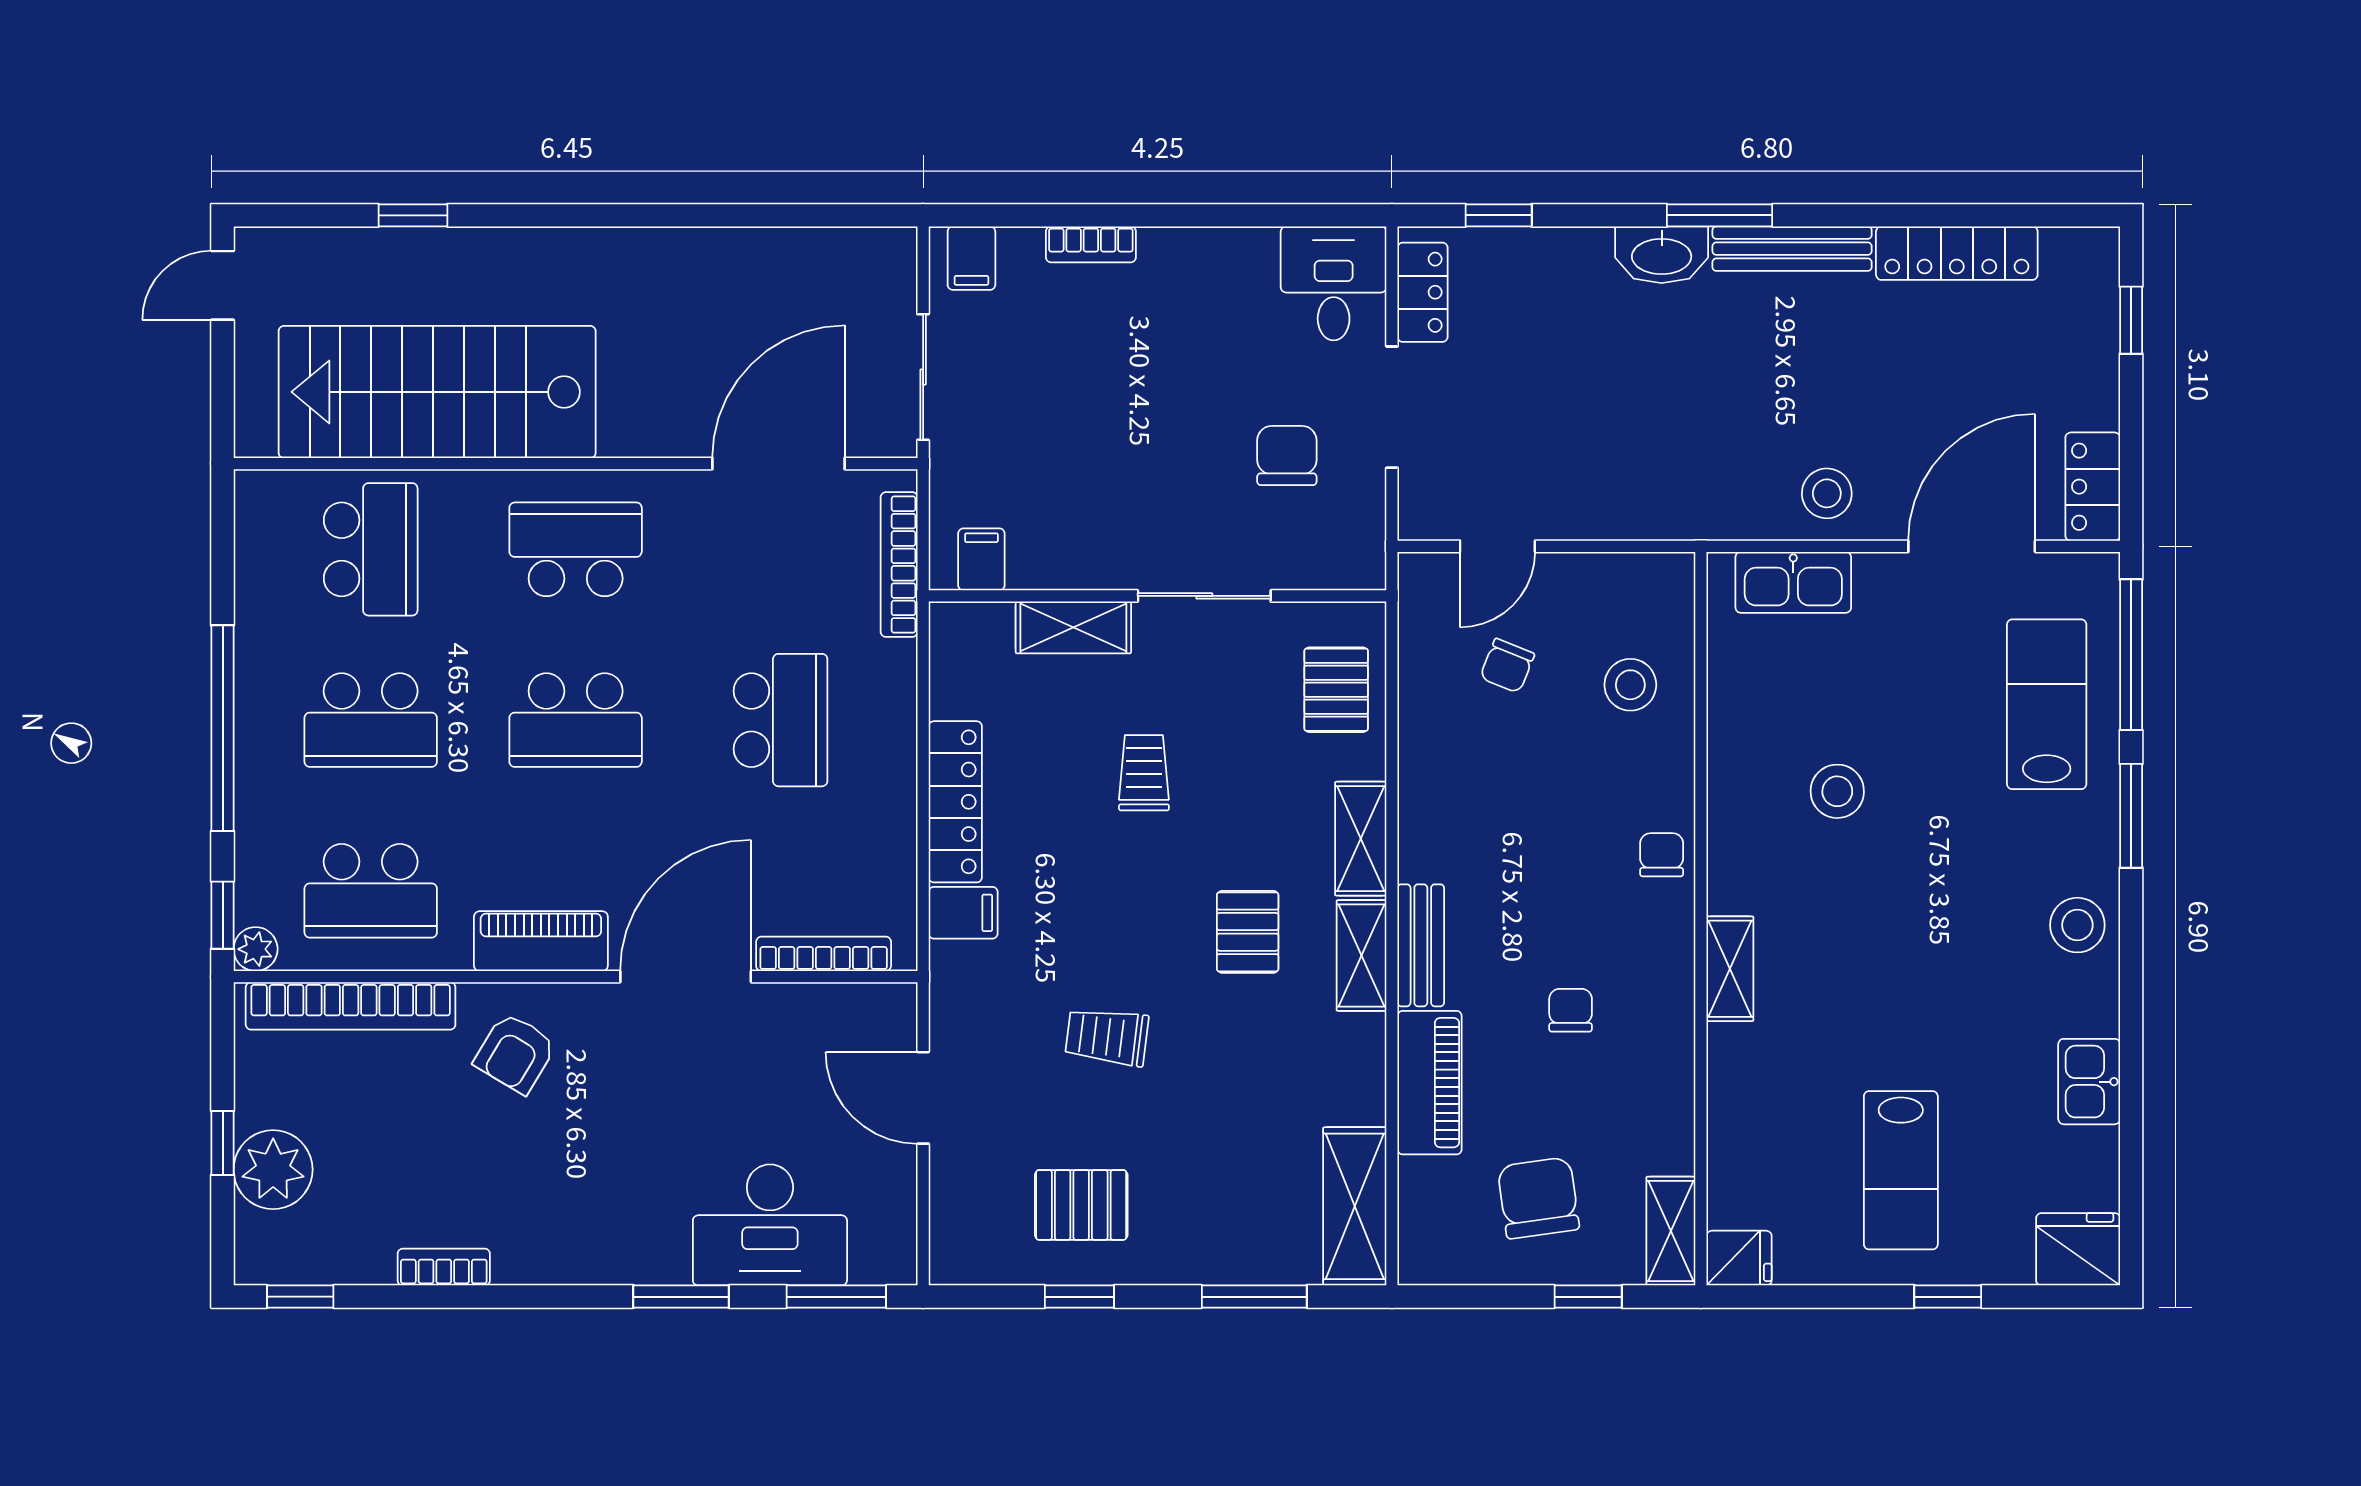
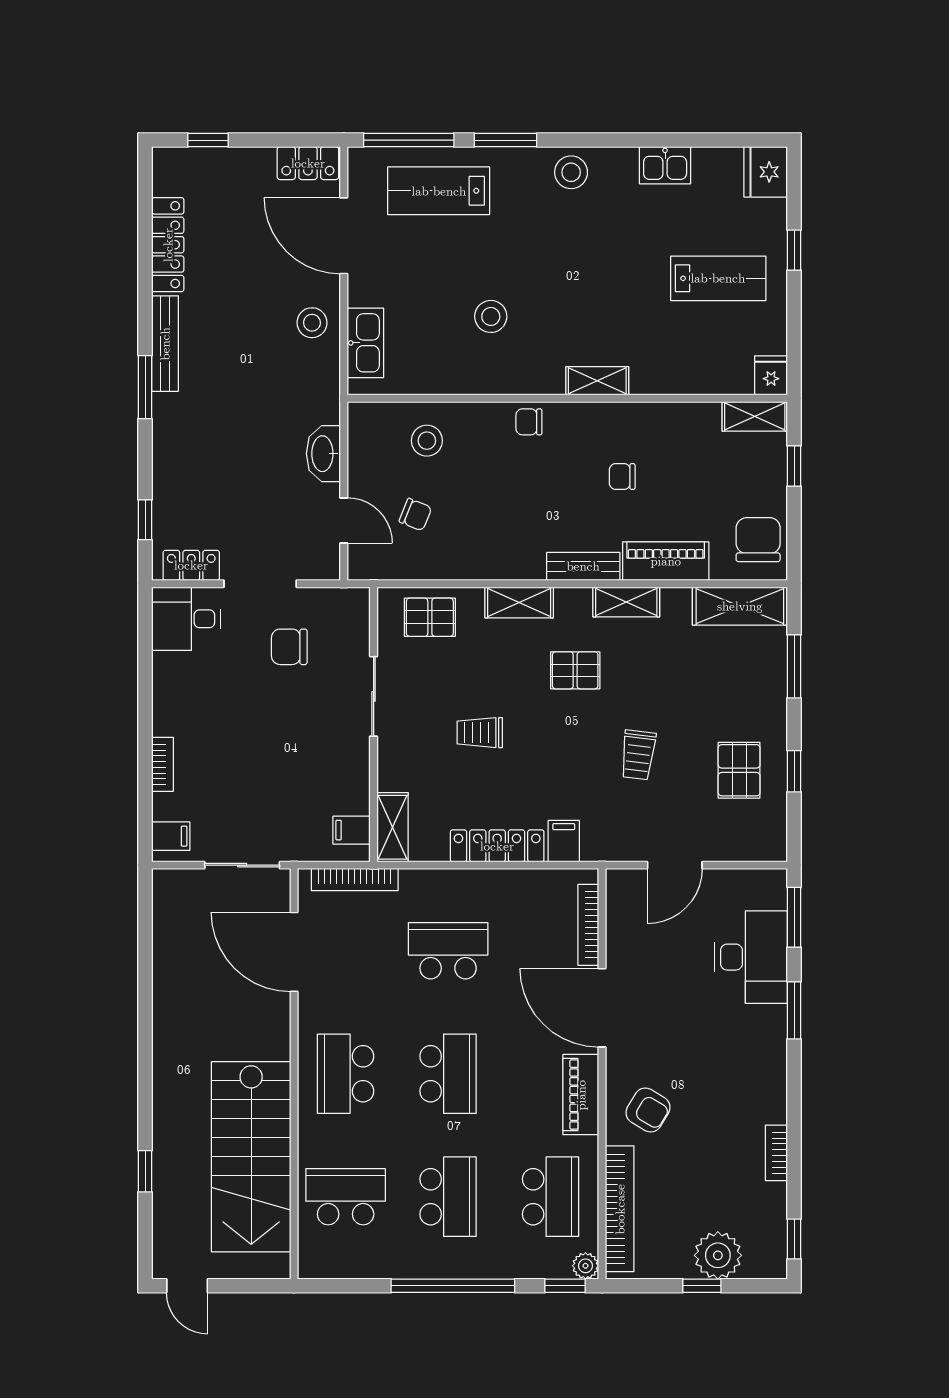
washbasin: (1662, 255) -> (323, 454), moved, turned 180
shelving: (1073, 627) -> (392, 827), moved
shelving: (1361, 956) -> (626, 602), moved
chair: (1538, 1198) -> (758, 540), moved, turned 98

